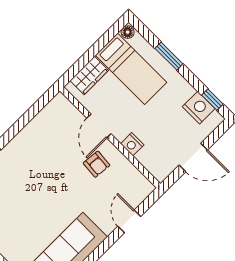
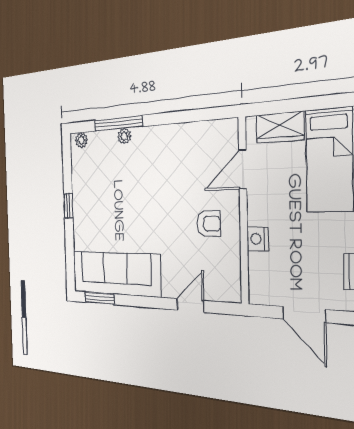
door: (99, 126) -> (243, 169), moved
armchair: (97, 164) -> (209, 224), turned -95

